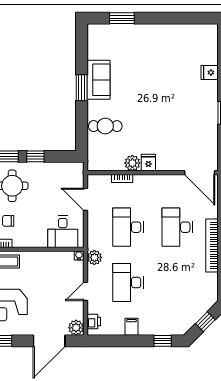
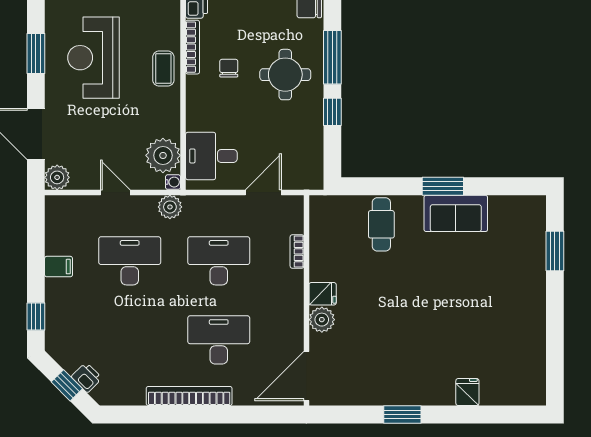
plant: (132, 163) -> (322, 320), moved
plant: (62, 262) -> (163, 155), added
printer: (94, 322) -> (87, 377), moved, turned -135

